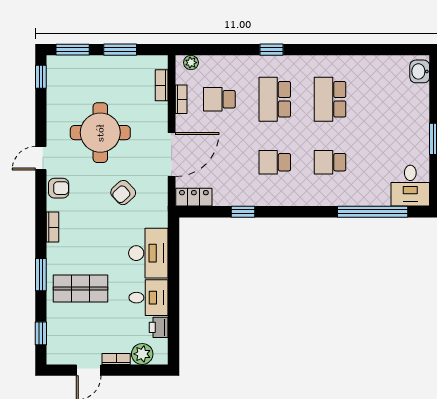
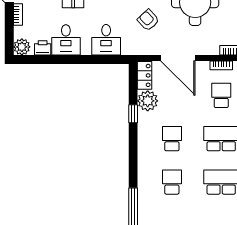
plant: (226, 193) -> (148, 101), added
desk: (148, 253) -> (106, 40), width x0.73
plant: (142, 354) -> (22, 47), moved

